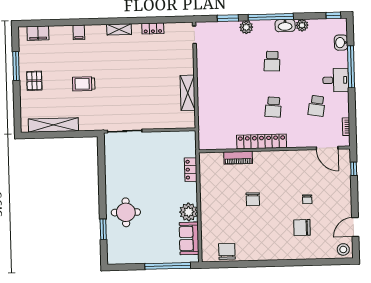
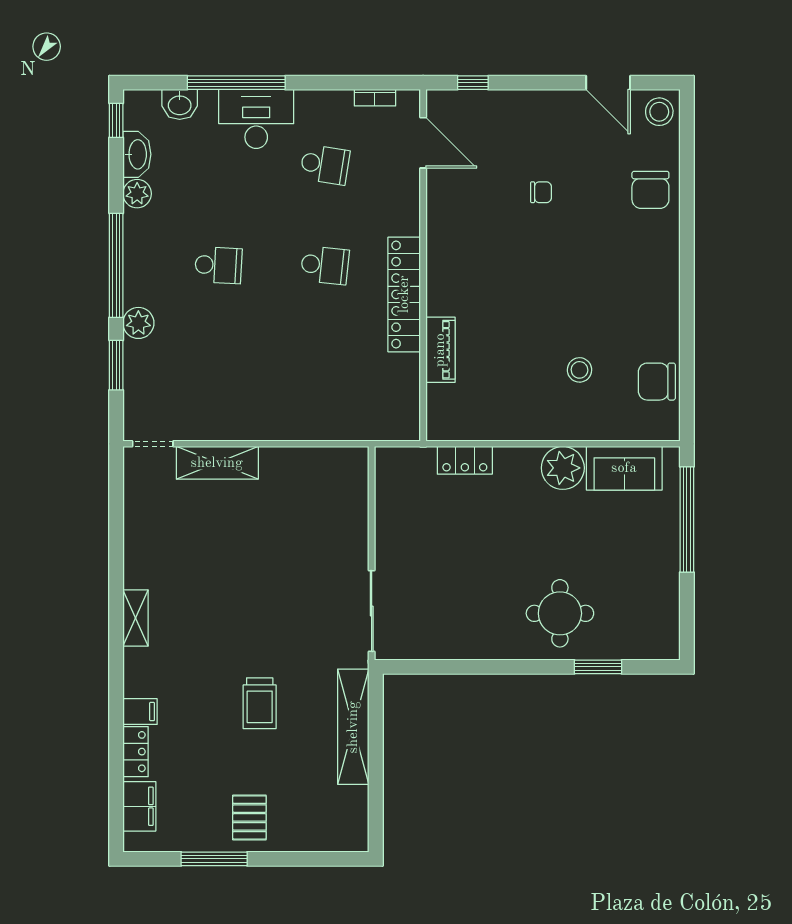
washbasin: (285, 26) -> (137, 154), moved
locker: (153, 28) -> (136, 752), moved
desk: (336, 80) -> (256, 119), width x1.37
pallet: (34, 81) -> (249, 817), turned 90
shelving: (188, 93) -> (217, 463), moved
shelving: (53, 125) -> (353, 727), moved
door: (327, 148) -> (423, 143), hinge flipped
chair: (253, 199) -> (537, 318), removed
stool: (231, 218) -> (579, 370), added
chair: (302, 228) -> (650, 190), moved

